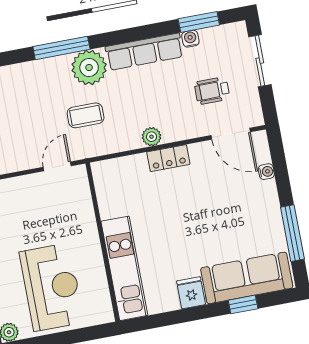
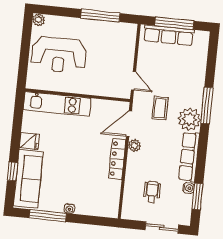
door: (231, 134) -> (129, 124), moved
locker: (168, 158) -> (117, 159), width x1.53
water cooler: (266, 172) -> (69, 209), moved

